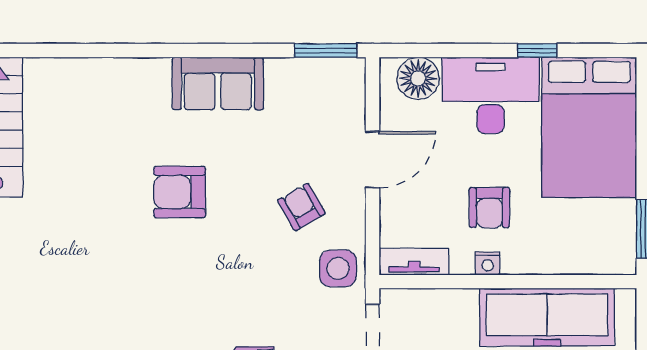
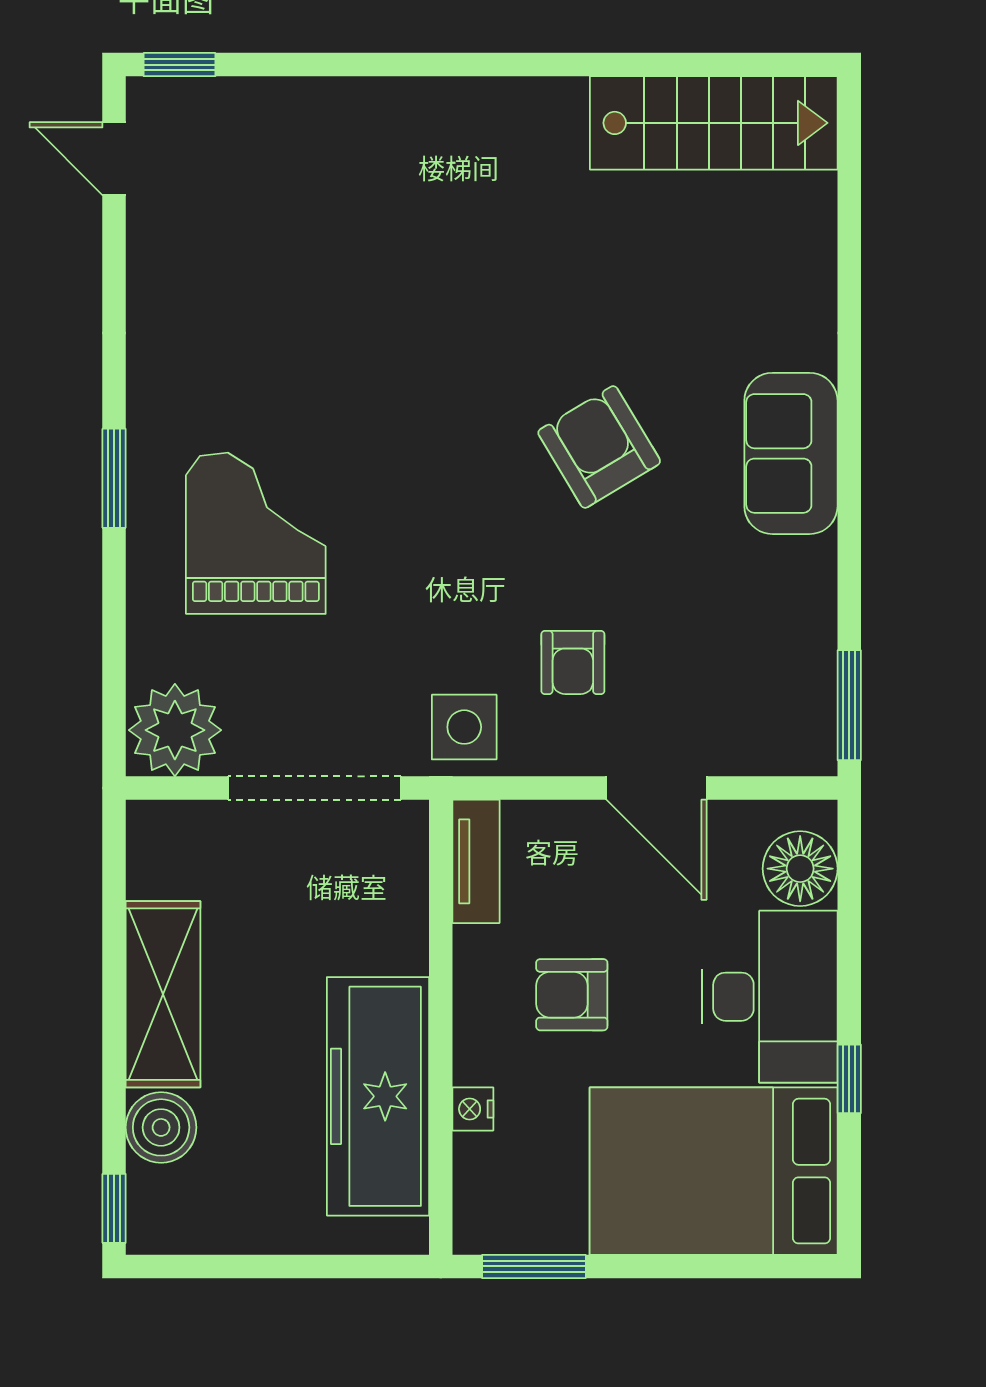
sofa: (218, 84) -> (791, 453), moved
armchair: (180, 192) -> (599, 447), turned -31
armchair: (302, 207) -> (573, 662), turned 120
nightstand: (488, 263) -> (473, 1109), moved

